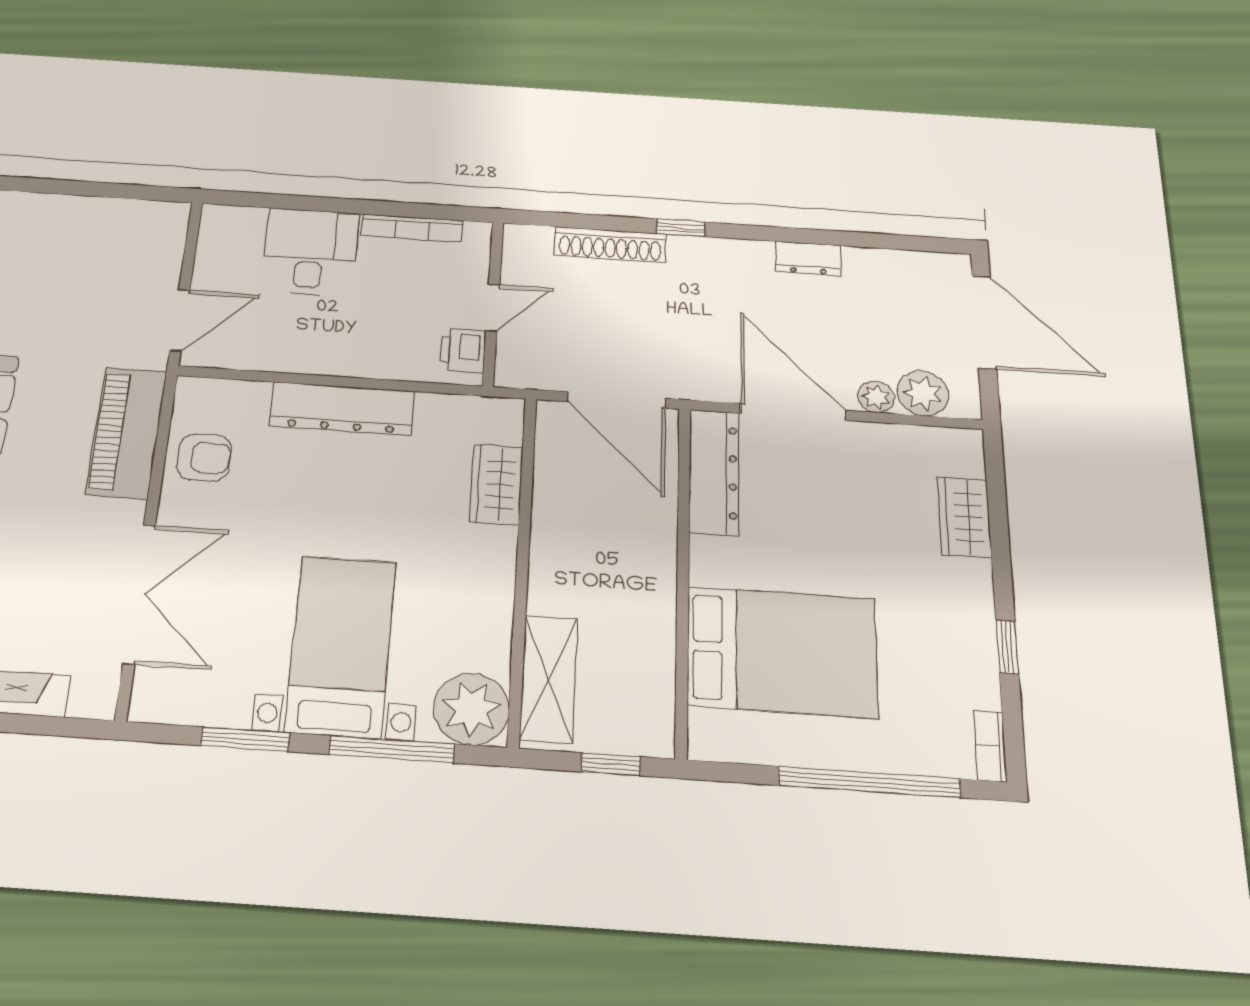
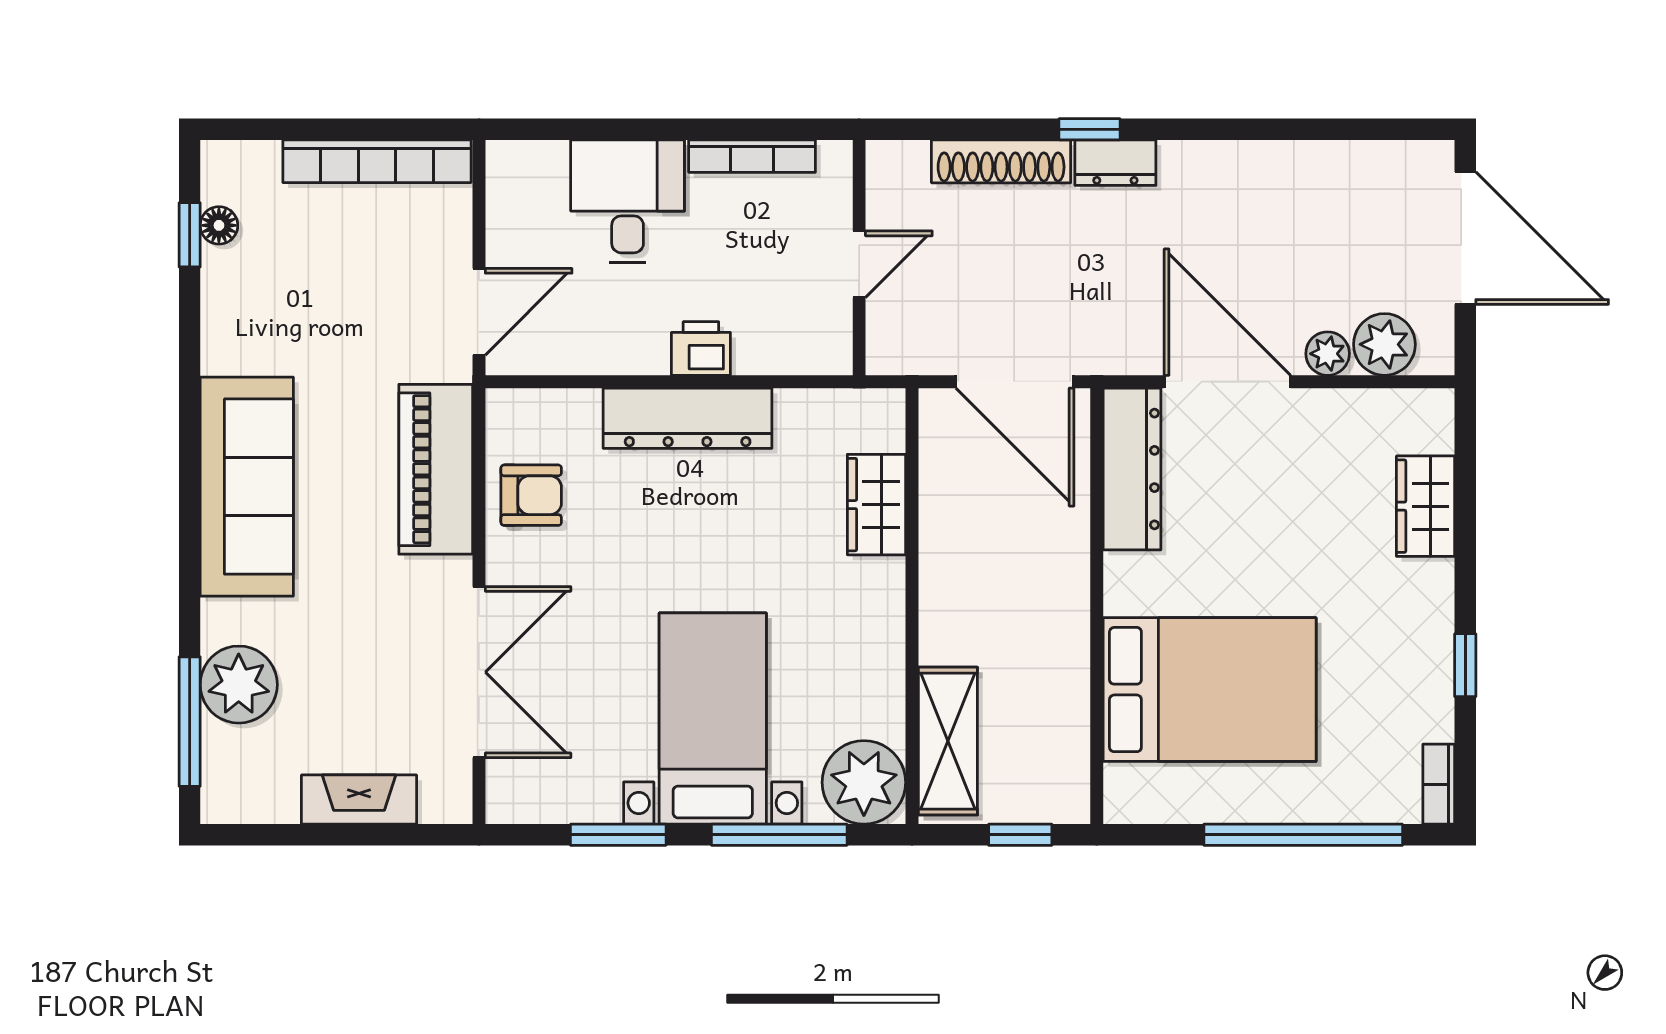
bookcase: (114, 212) -> (377, 161), added
dresser: (808, 259) -> (1115, 163), moved
printer: (463, 350) -> (701, 349), moved, turned 90

